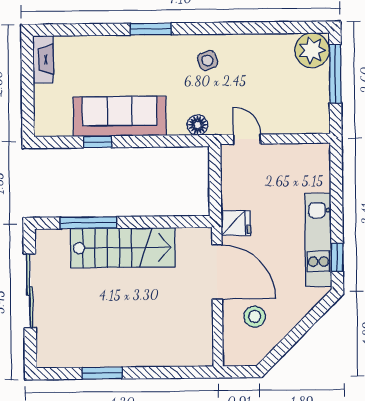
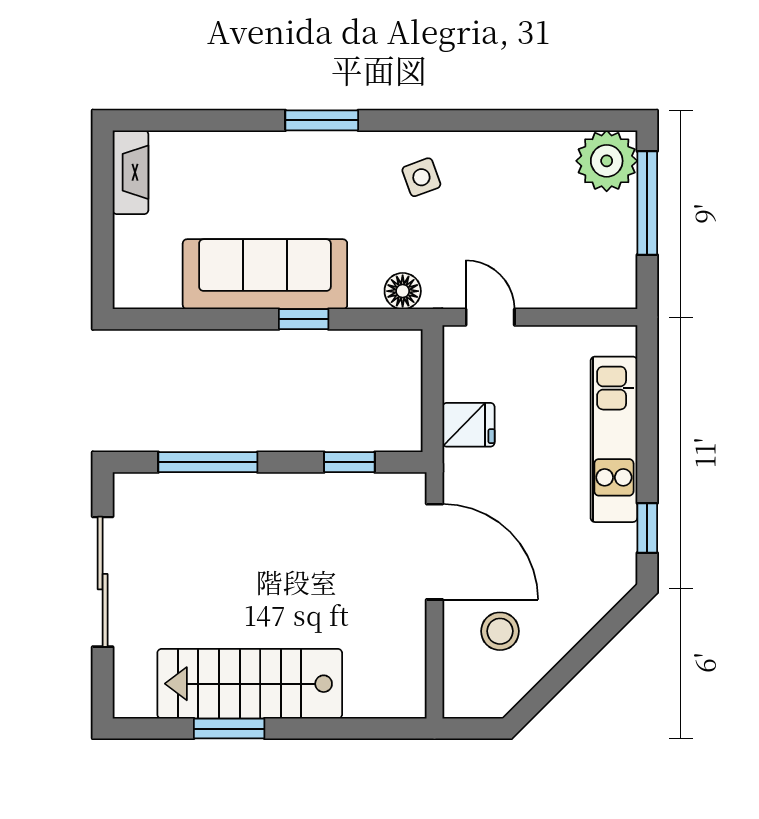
window: (97, 142) -> (304, 319), moved
window: (169, 222) -> (349, 462), added
fridge: (236, 223) -> (469, 425), moved
kitchen unit: (318, 240) -> (614, 439), moved
stairs: (123, 248) -> (250, 684), moved, turned 180

